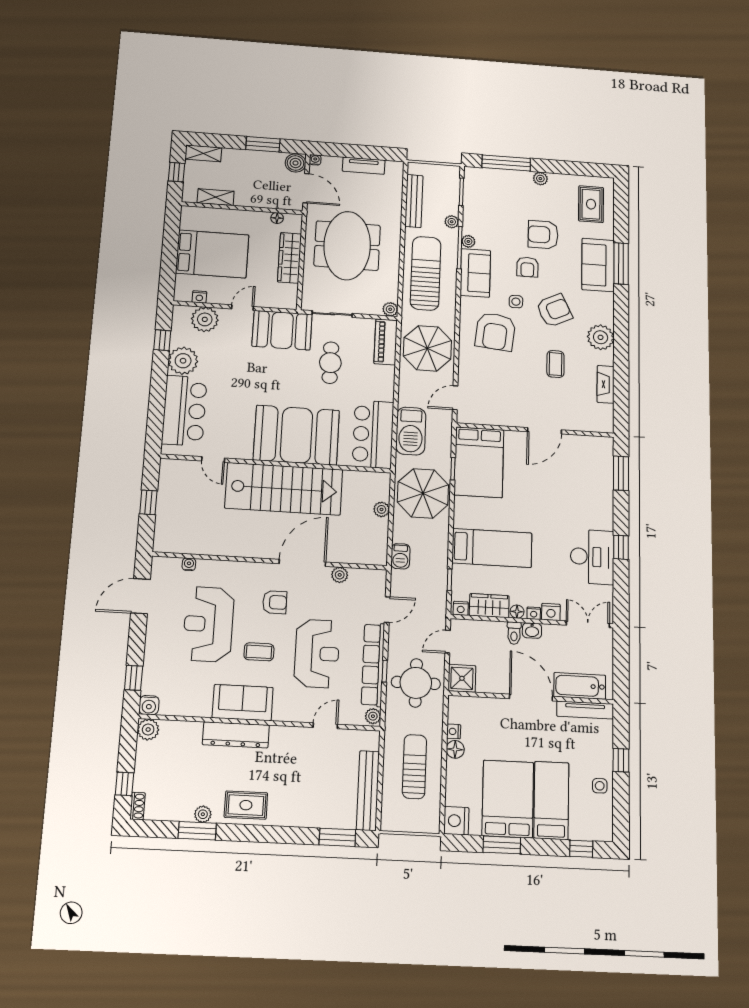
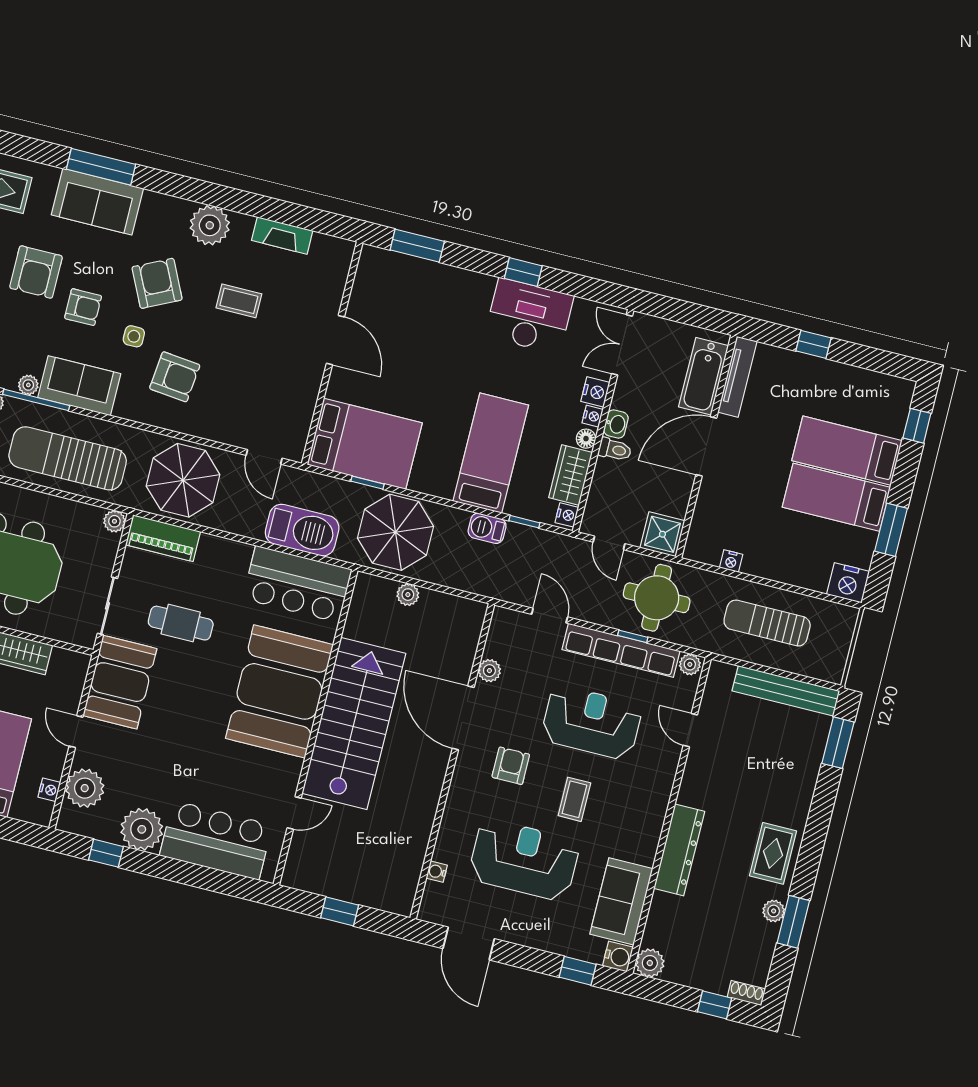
armchair: (495, 332) -> (175, 377), width x0.73, depth x0.73
barbecue: (400, 556) -> (487, 528), moved, turned 180
reception desk: (208, 624) -> (524, 860), turned 180
sofa: (243, 703) -> (621, 901), moved
floor lamp: (455, 749) -> (755, 564), removed
side table: (600, 786) -> (841, 381), removed
bed: (508, 799) -> (836, 497), width x0.67

